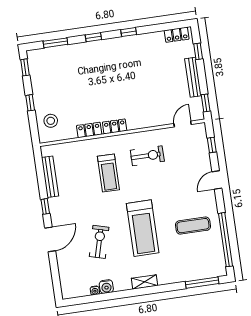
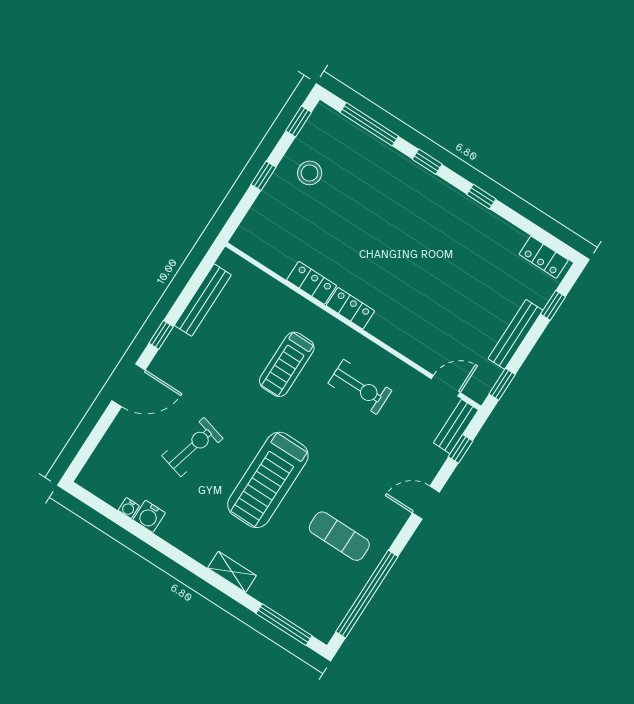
window: (55, 43) -> (369, 124), width x1.44
stool: (51, 121) -> (310, 173), moved
bench: (202, 137) -> (456, 426), added
shelving: (144, 282) -> (232, 572), moved

